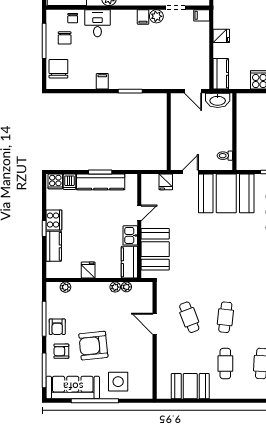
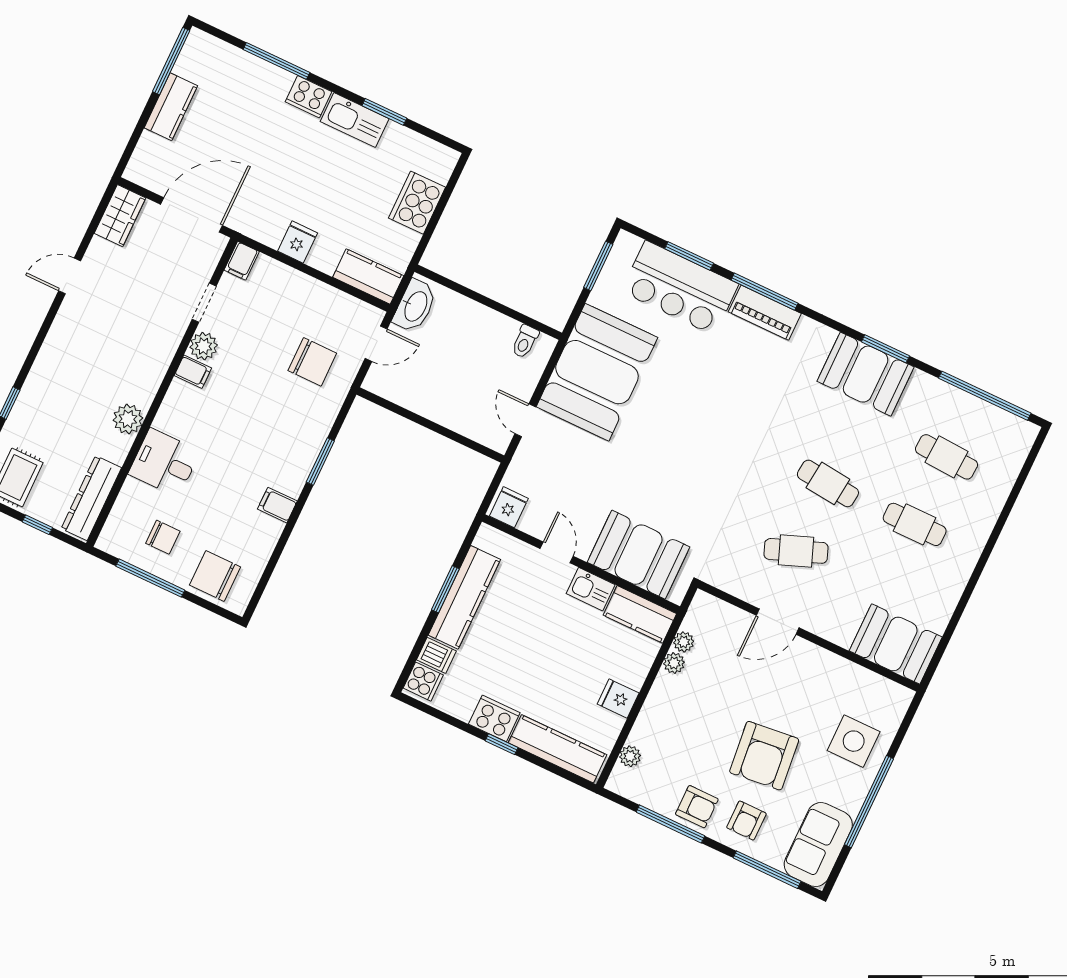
chair: (73, 18) -> (312, 362), moved, width x1.87, depth x1.87
fridge: (166, 182) -> (509, 507), moved, turned -90
kitchen counter: (54, 246) -> (557, 749), width x1.50
booth: (190, 386) -> (896, 644), moved, turned 90
sofa: (73, 387) -> (818, 845), width x0.73

